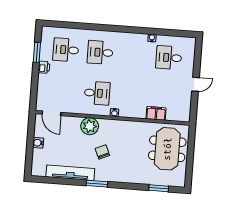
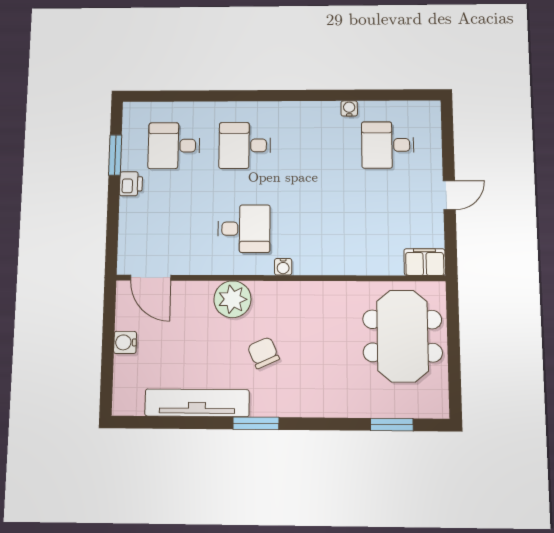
filing cabinet: (156, 113) -> (425, 262), moved

